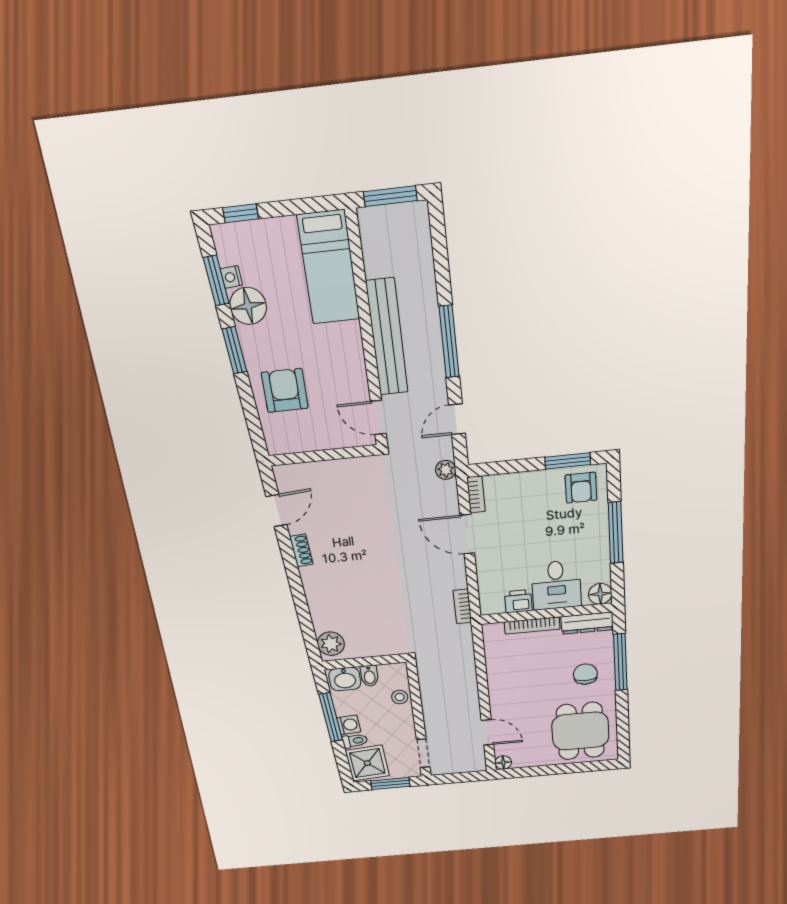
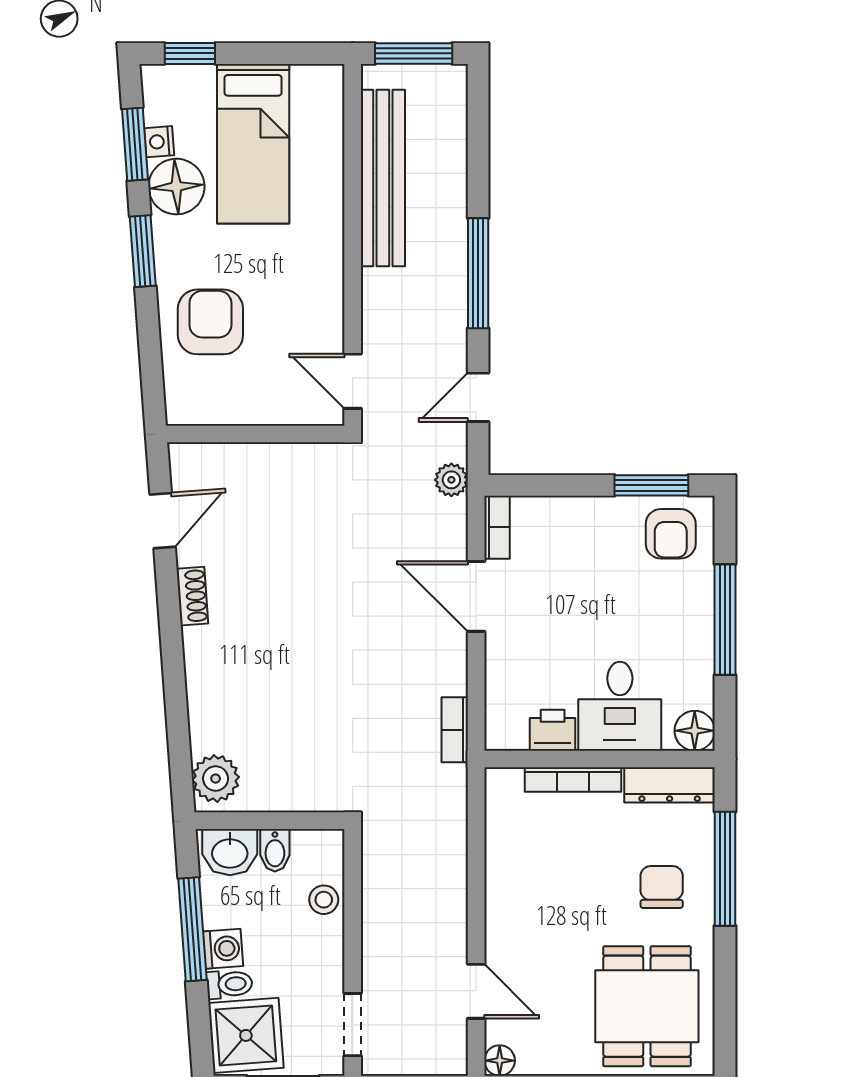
bed: (329, 268) -> (253, 144), moved
bench: (387, 337) -> (383, 178), moved

